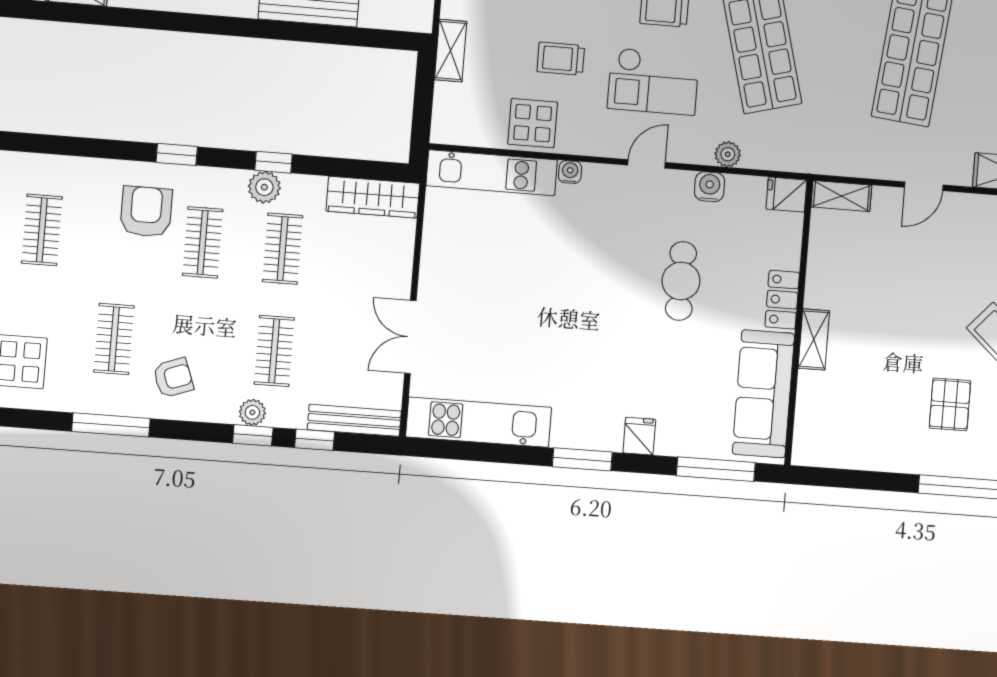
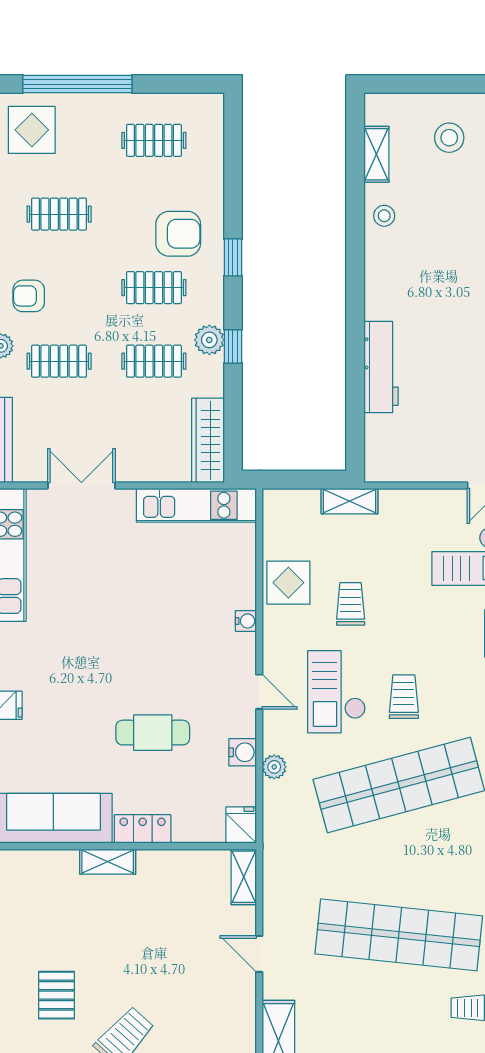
kitchen unit: (492, 173) -> (196, 505), moved, turned -90
armchair: (173, 378) -> (29, 296), moved, turned 110
pallet: (950, 404) -> (57, 995), turned 90

